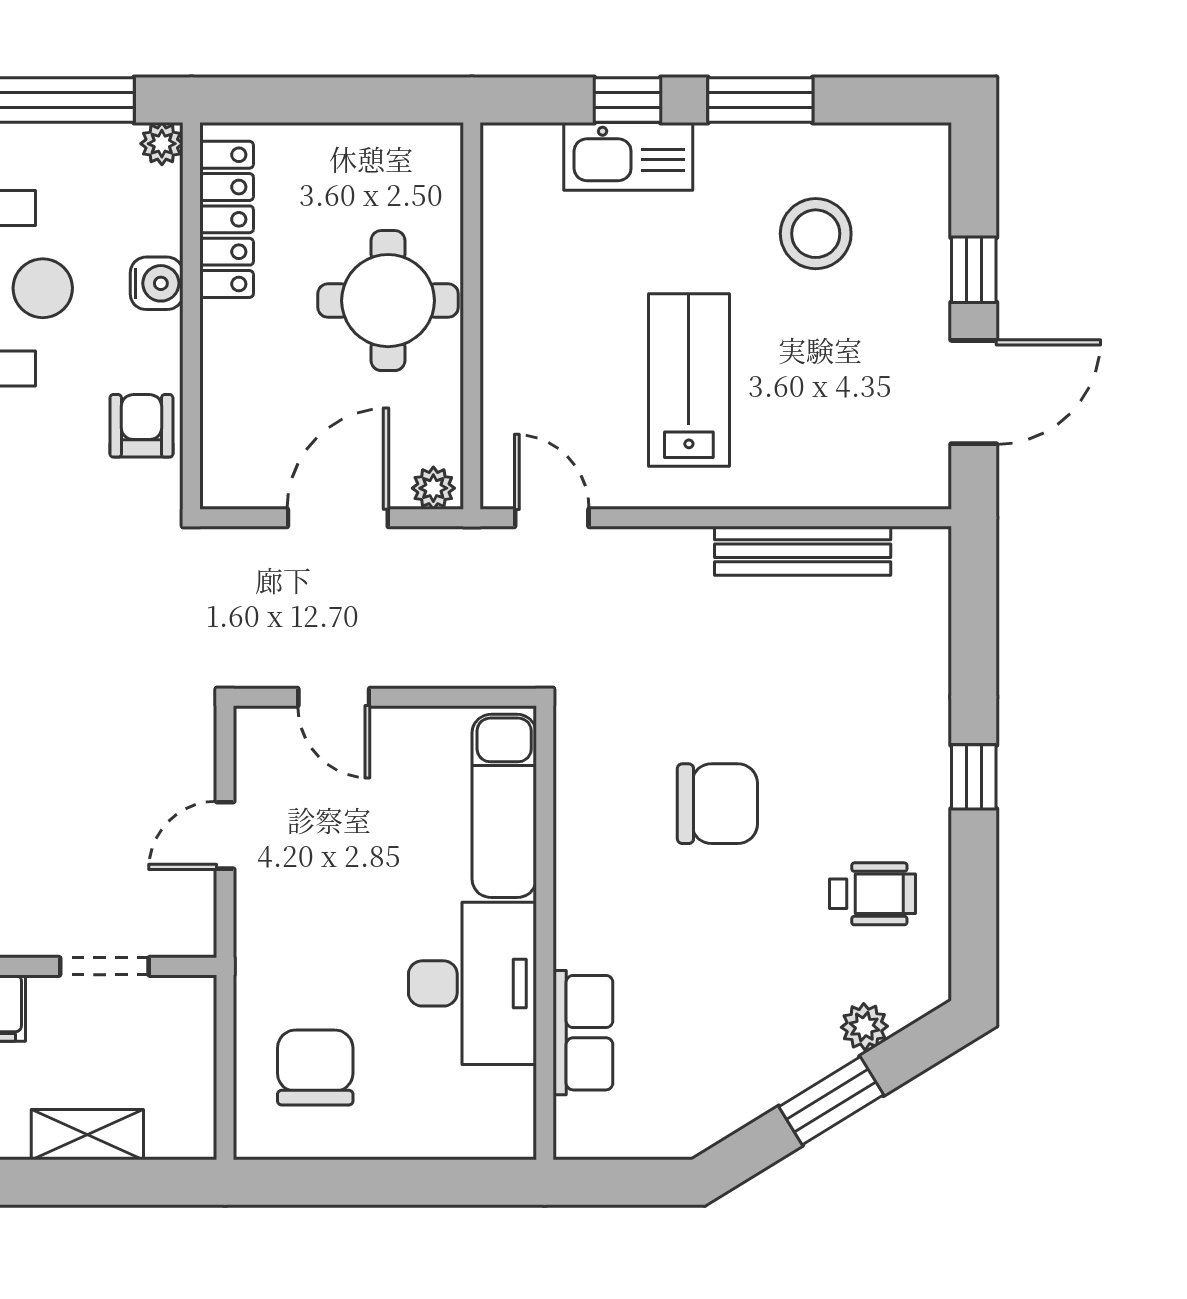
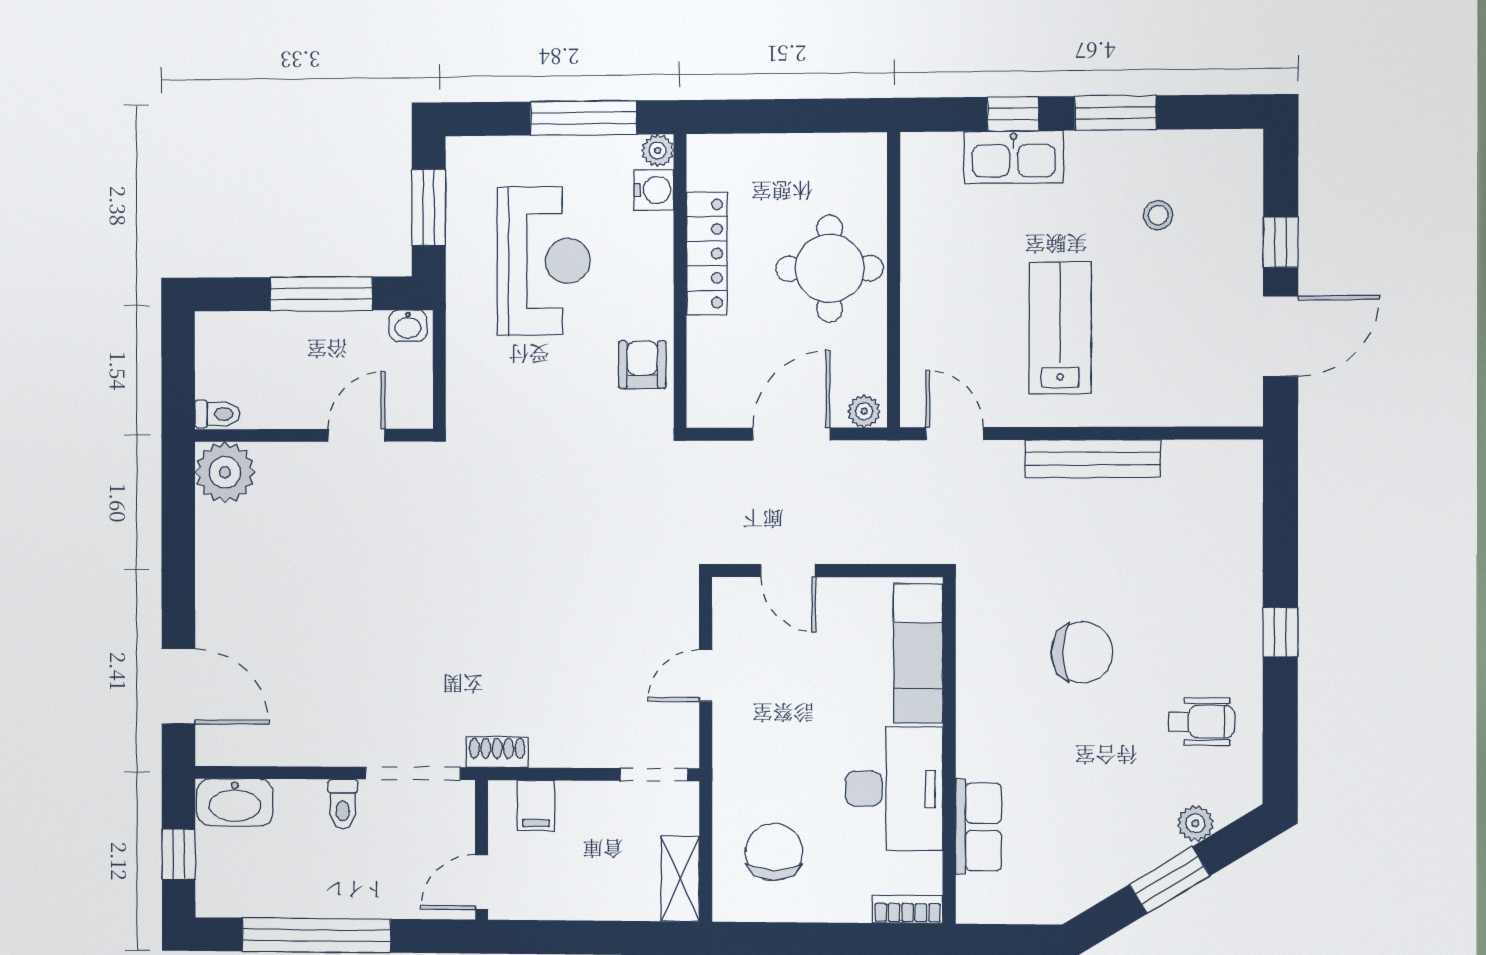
locker: (227, 219) -> (707, 254), moved
stool: (816, 234) -> (1158, 215), width x0.53, depth x0.53
water cooler: (157, 283) -> (654, 190), moved
bench: (803, 551) -> (1093, 459), moved
doorway: (104, 966) -> (654, 775), moved
shelving: (87, 1135) -> (680, 879), moved, turned 90
bookcase: (490, 1142) -> (908, 909), added

